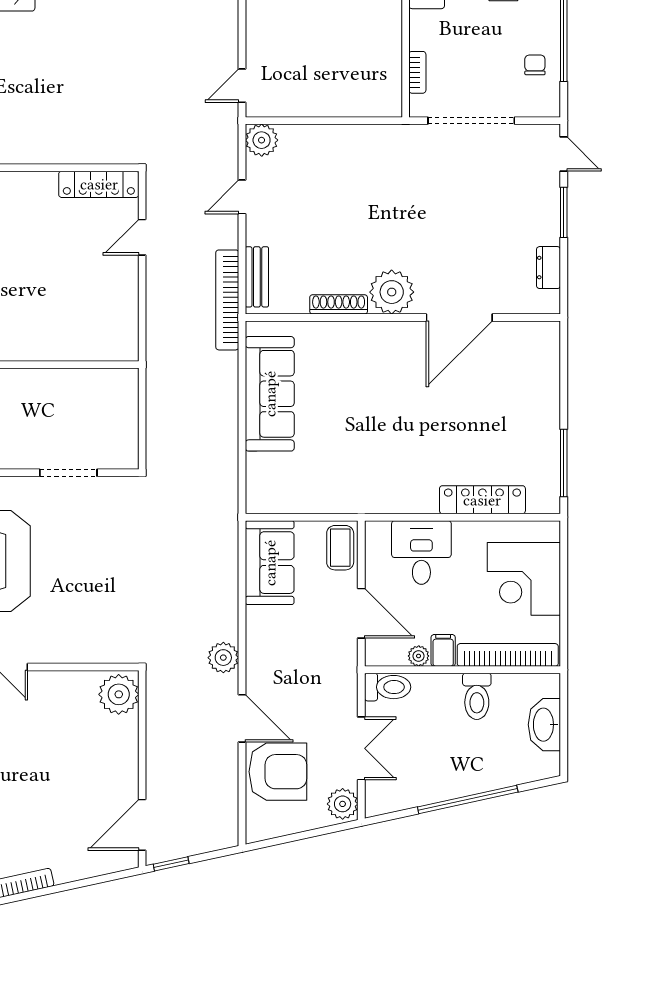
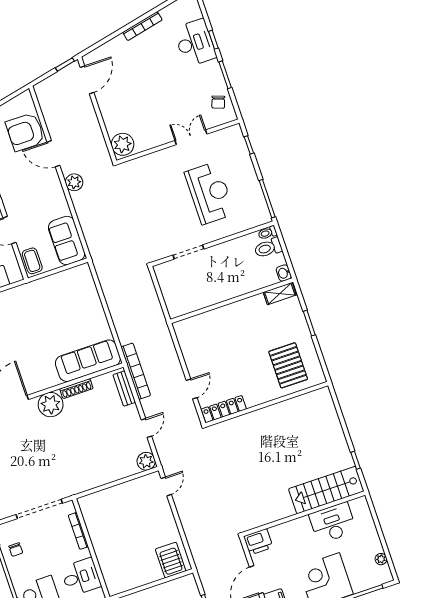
bookcase: (417, 72) -> (78, 531), width x1.56
sofa: (270, 394) -> (88, 361), moved, turned 90

